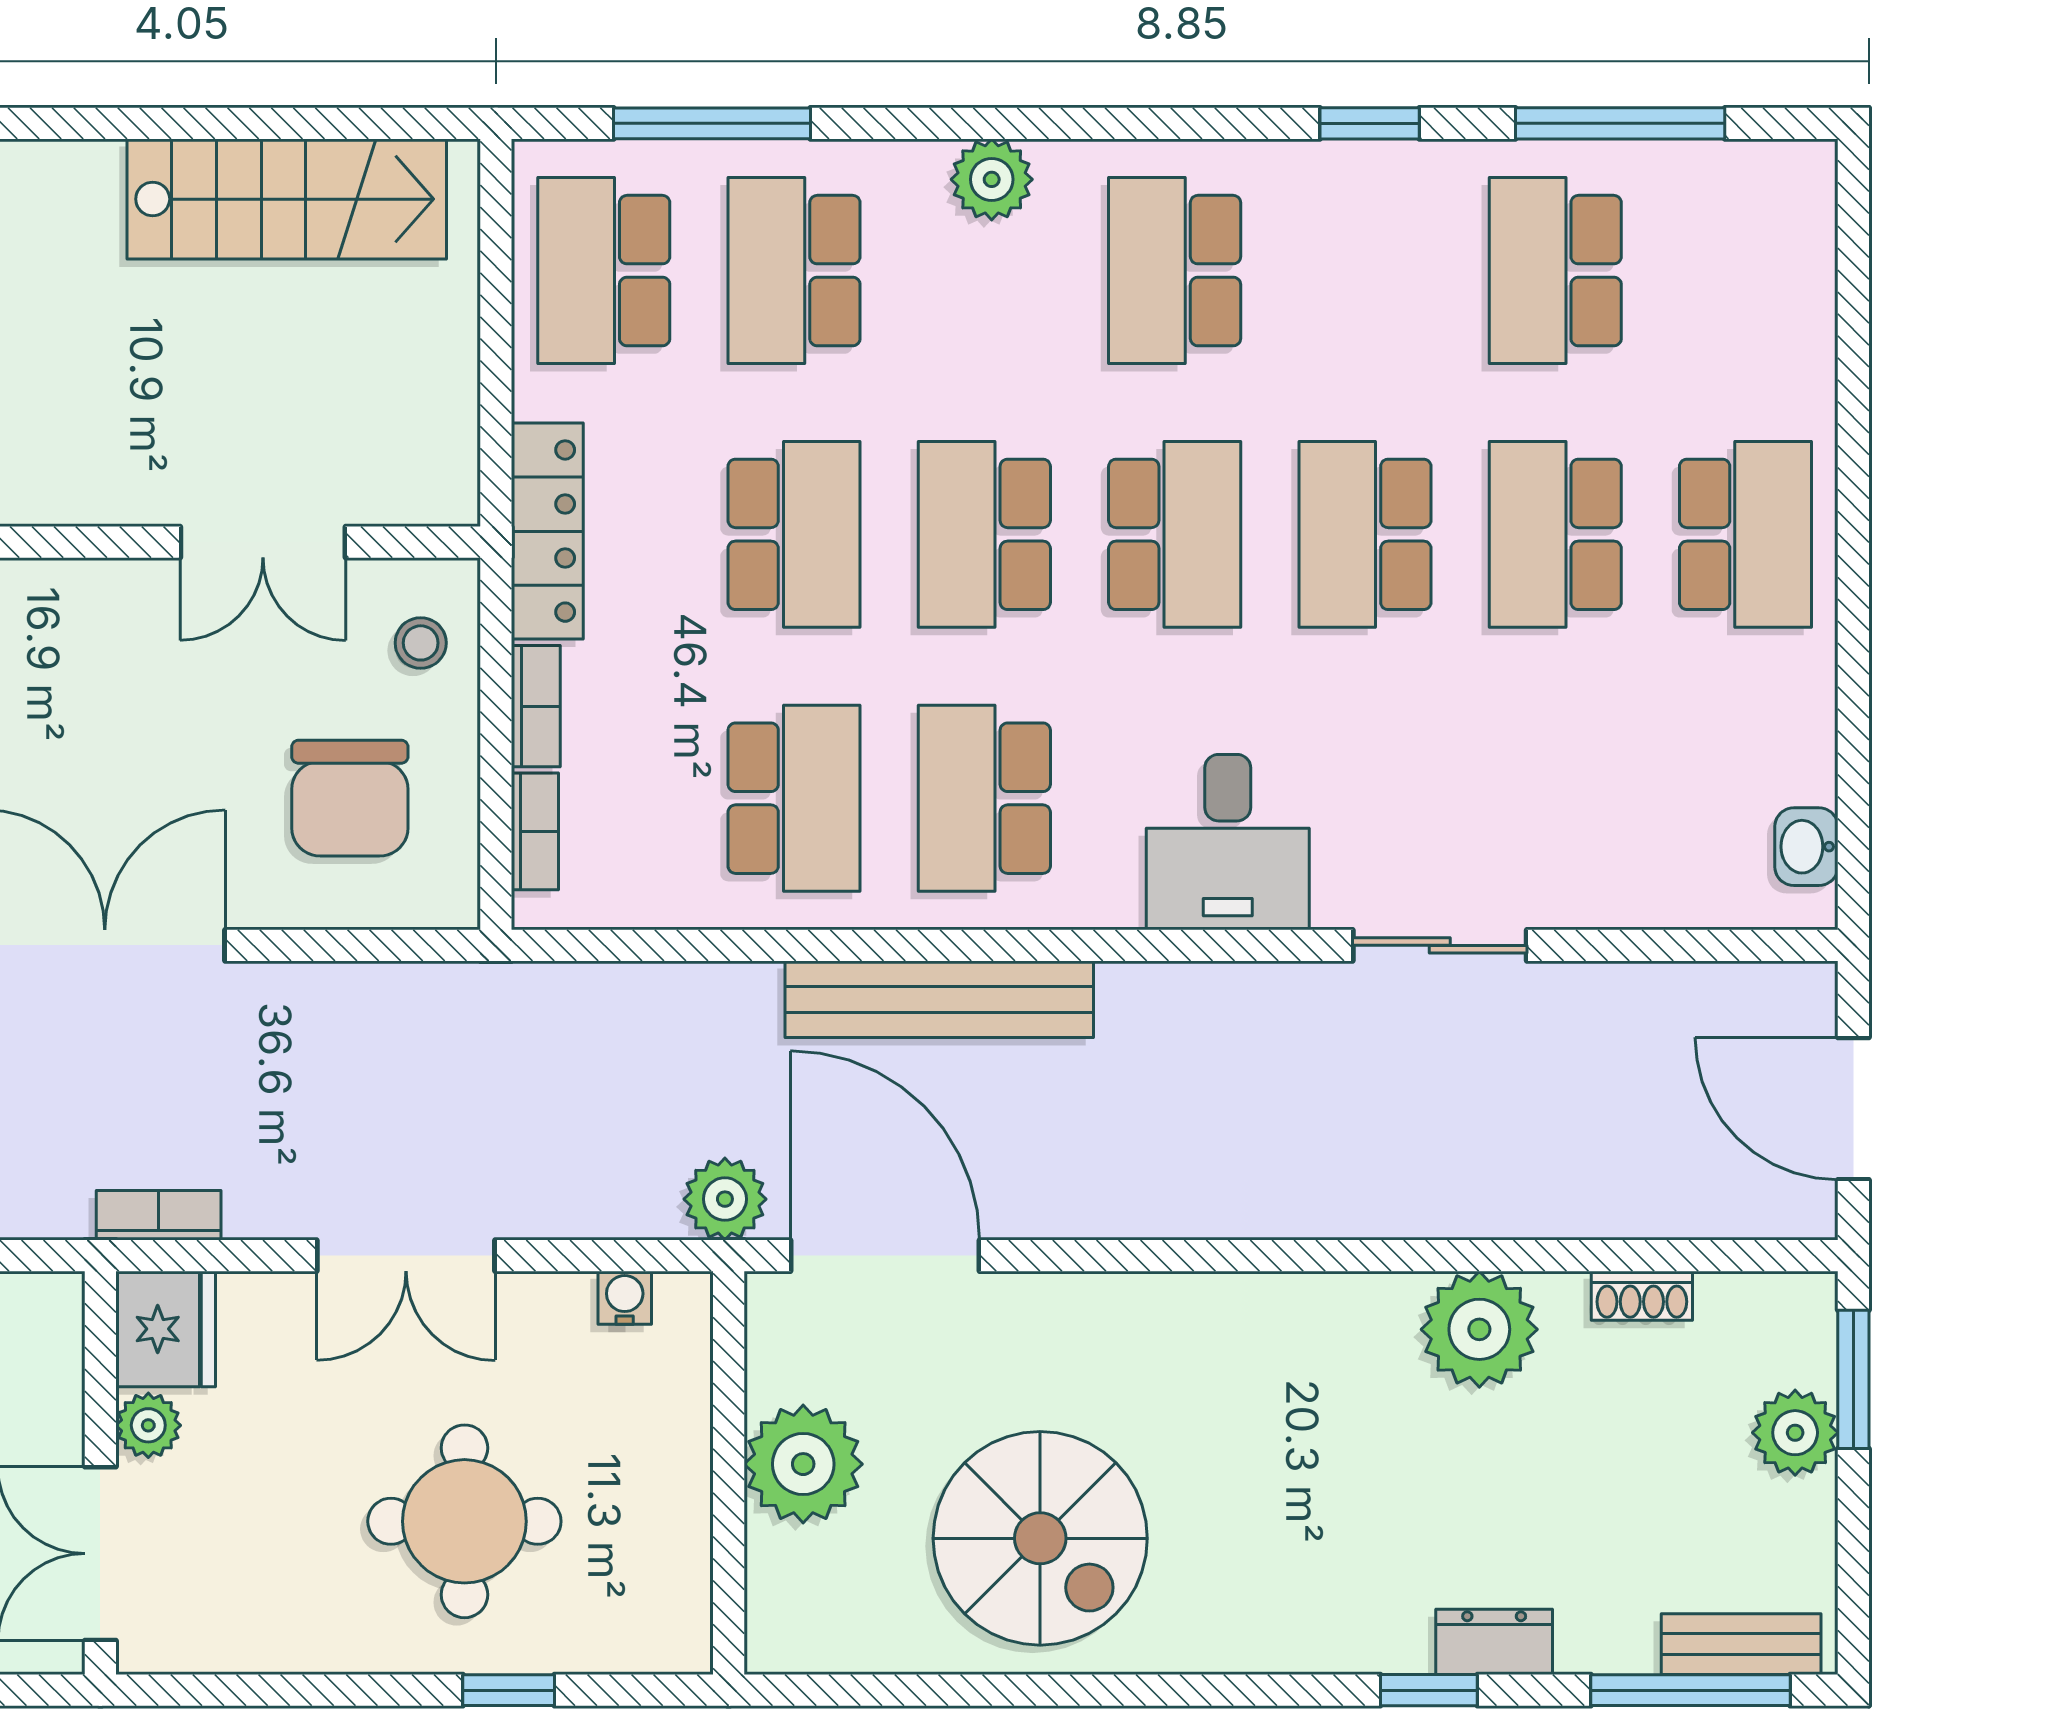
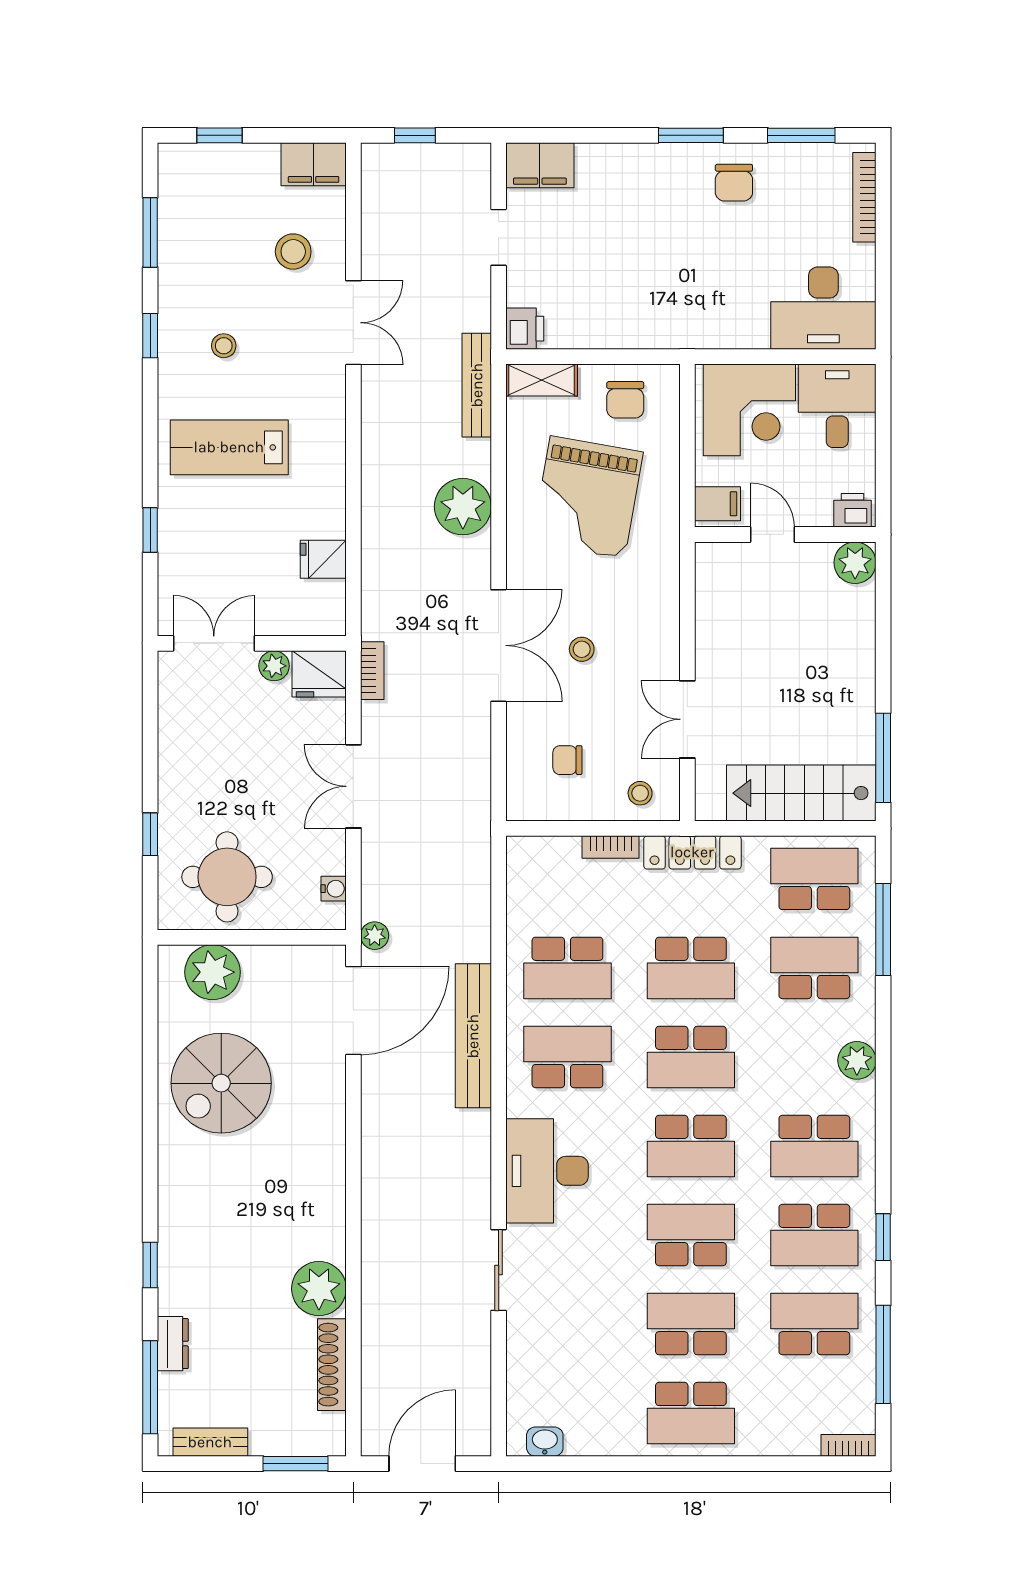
window: (345, 123) -> (883, 758), added
stairs: (287, 199) -> (801, 793), moved, turned 90
school desk: (1175, 271) -> (814, 1146), turned 180
school desk: (1365, 271) -> (814, 1235), added
school desk: (984, 534) -> (691, 1057), turned 180
stool: (113, 768) -> (582, 649), added
chair: (350, 798) -> (567, 760), width x0.54, depth x0.54
bookcase: (535, 831) -> (849, 1445), moved, turned 180
desk: (1228, 842) -> (547, 1171), width x1.37
plant: (725, 1199) -> (375, 936), width x0.73, depth x0.73
shoe rack: (1642, 1296) -> (332, 1365), width x1.94, depth x1.24
plant: (1795, 1433) -> (271, 1436), removed
plant: (803, 1464) -> (213, 972), moved
round table: (464, 1521) -> (227, 877), moved
dresser: (1494, 1642) -> (173, 1344), moved
bench: (1741, 1644) -> (210, 1442), moved, turned 90

